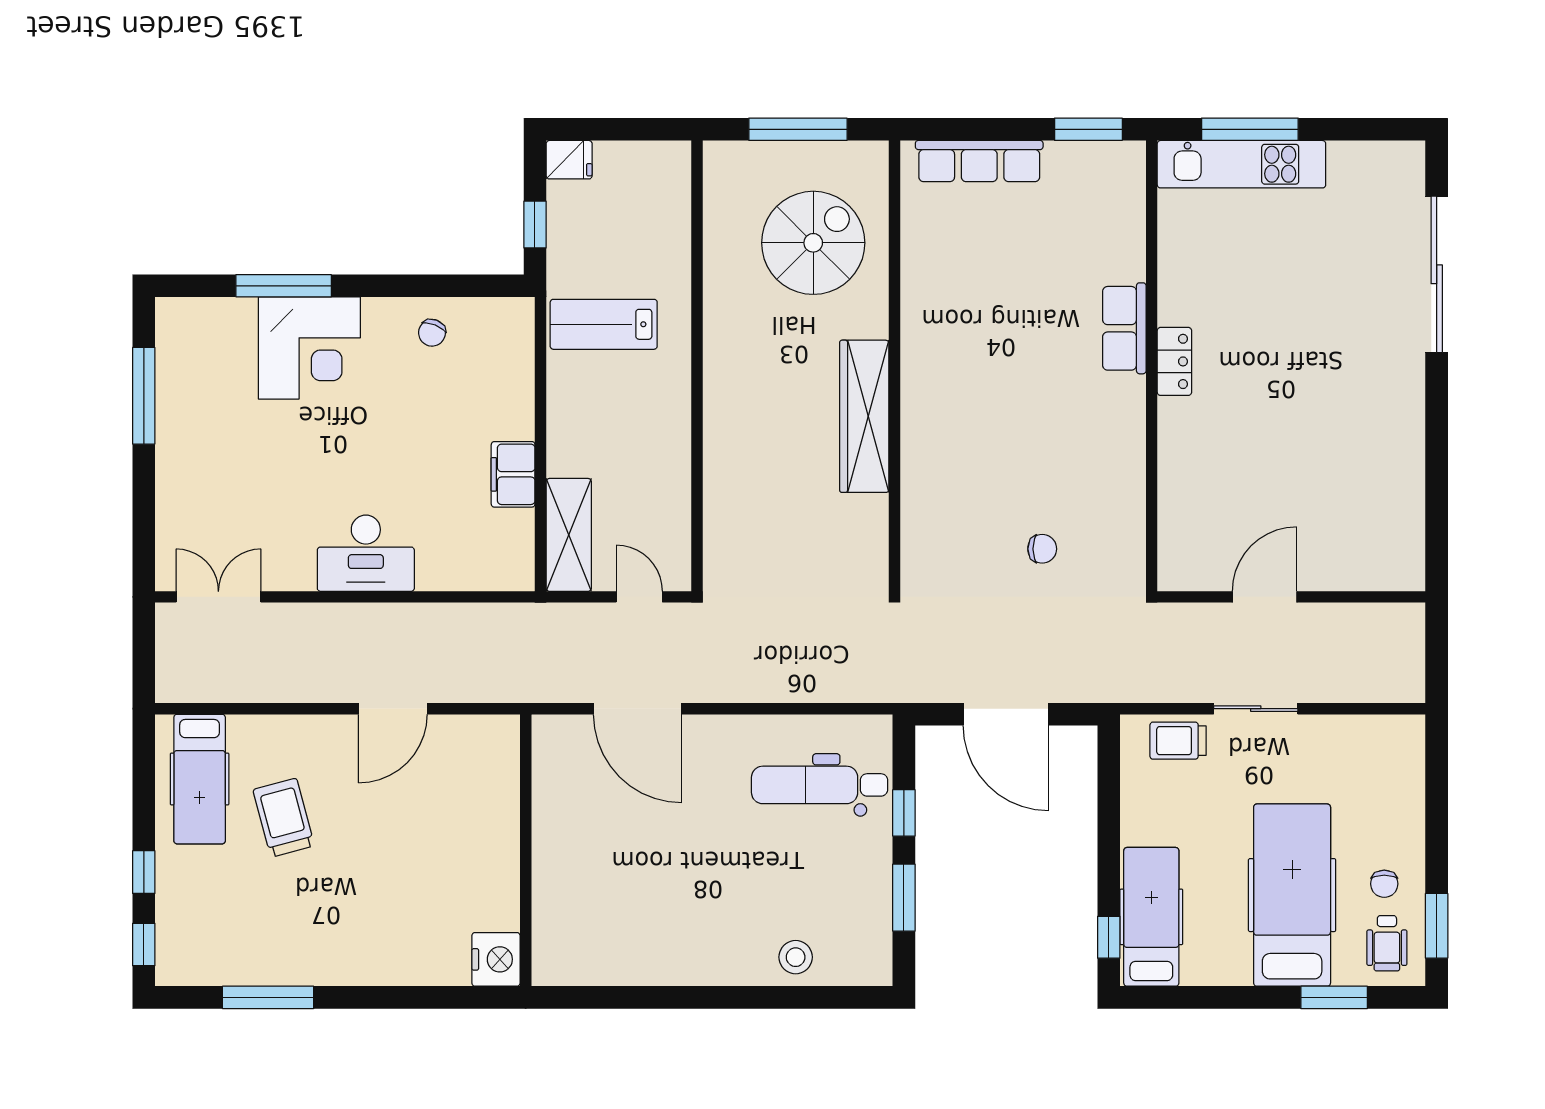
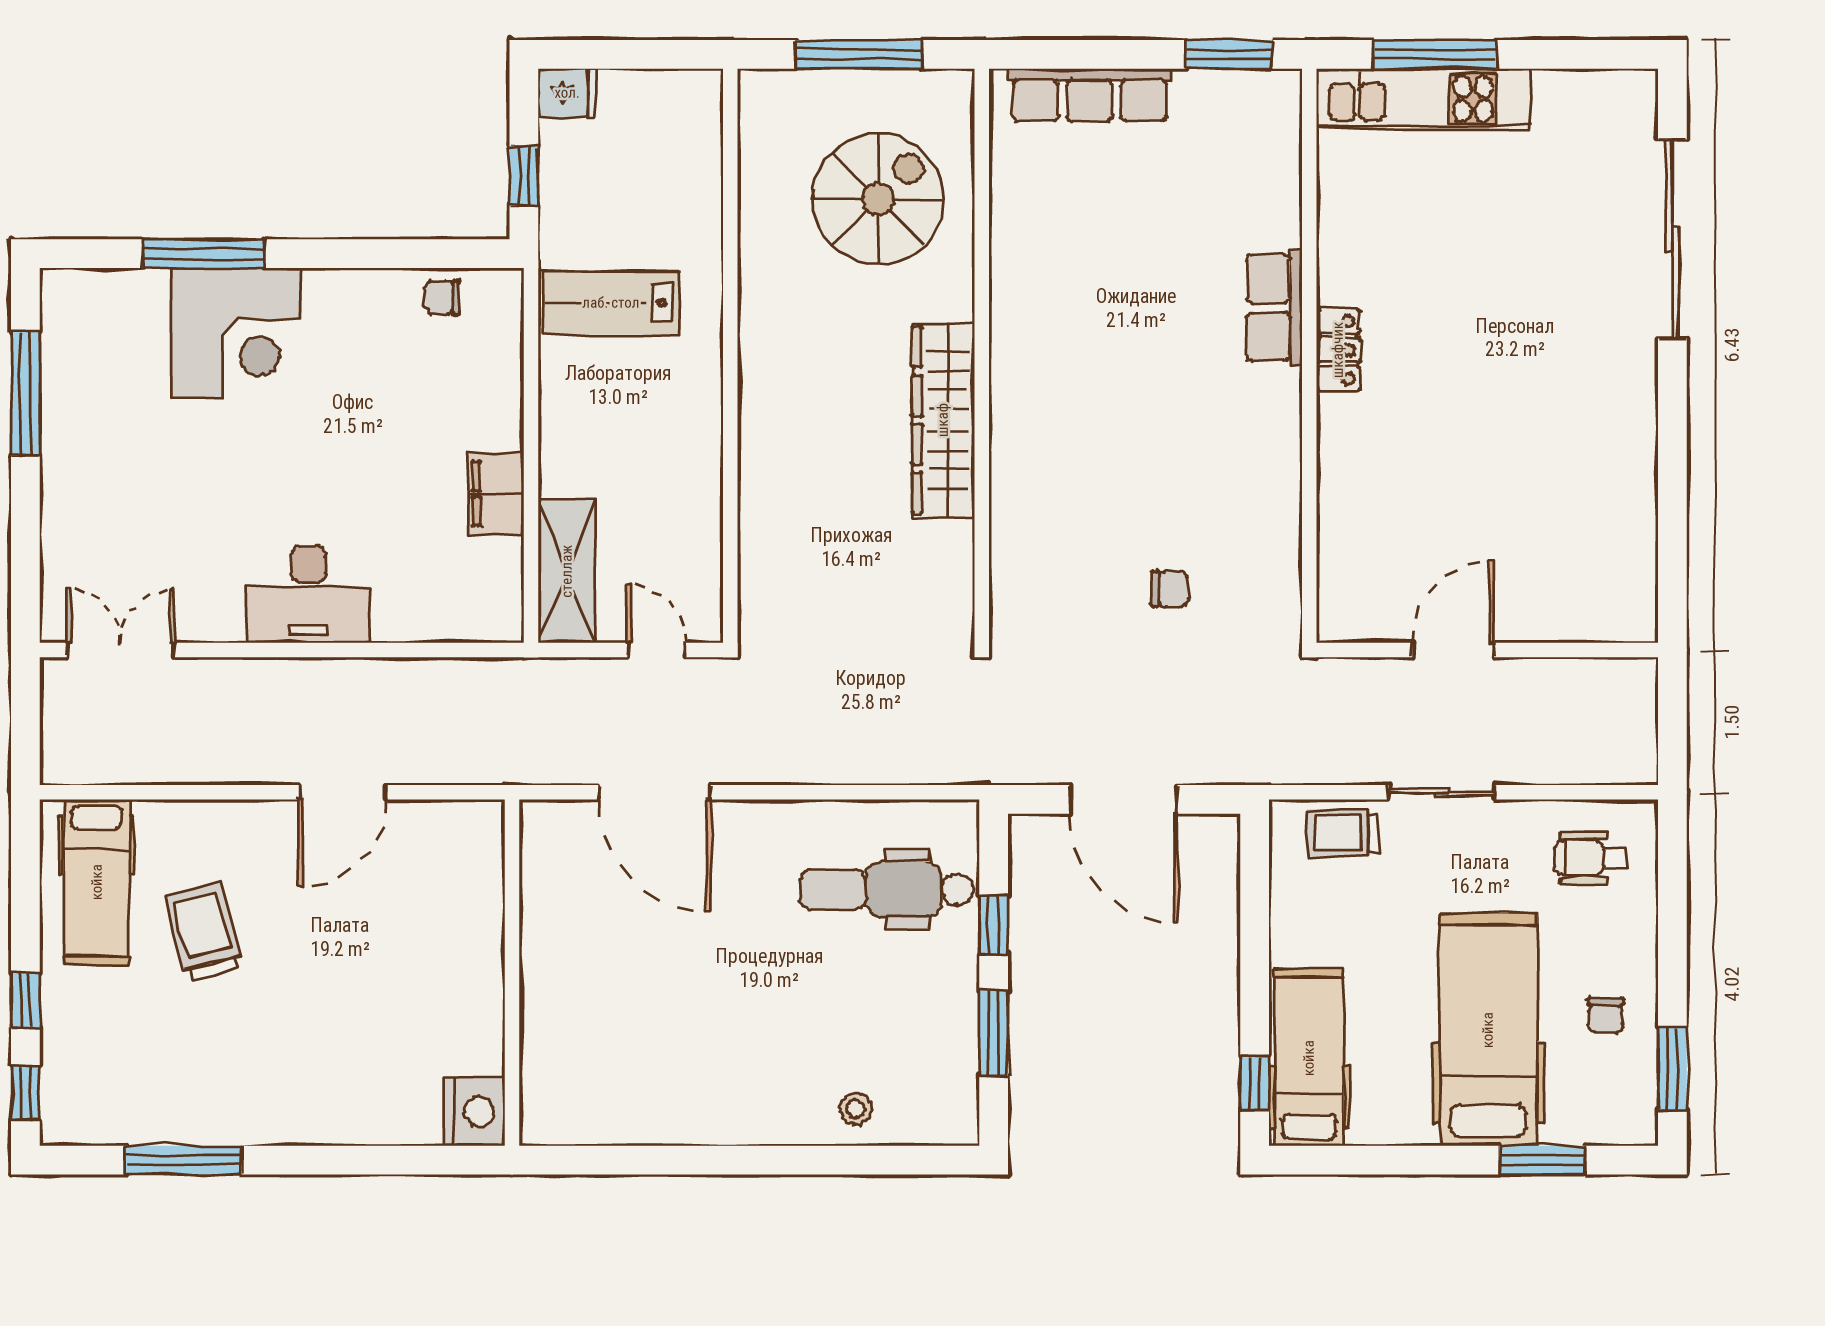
chair: (432, 333) -> (443, 297), moved, turned 68
wheelchair: (1387, 943) -> (1590, 858), moved, turned 90
stool: (796, 957) -> (856, 1109), width x0.73, depth x0.73

